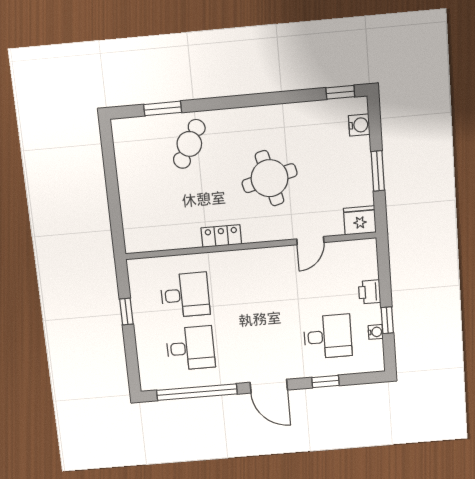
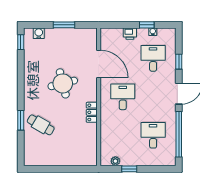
window: (163, 108) -> (21, 120), moved
fridge: (360, 220) -> (90, 36), removed
door: (310, 241) -> (99, 64), width x1.88
plant: (137, 286) -> (115, 161), added
desk: (185, 295) -> (123, 97), moved

